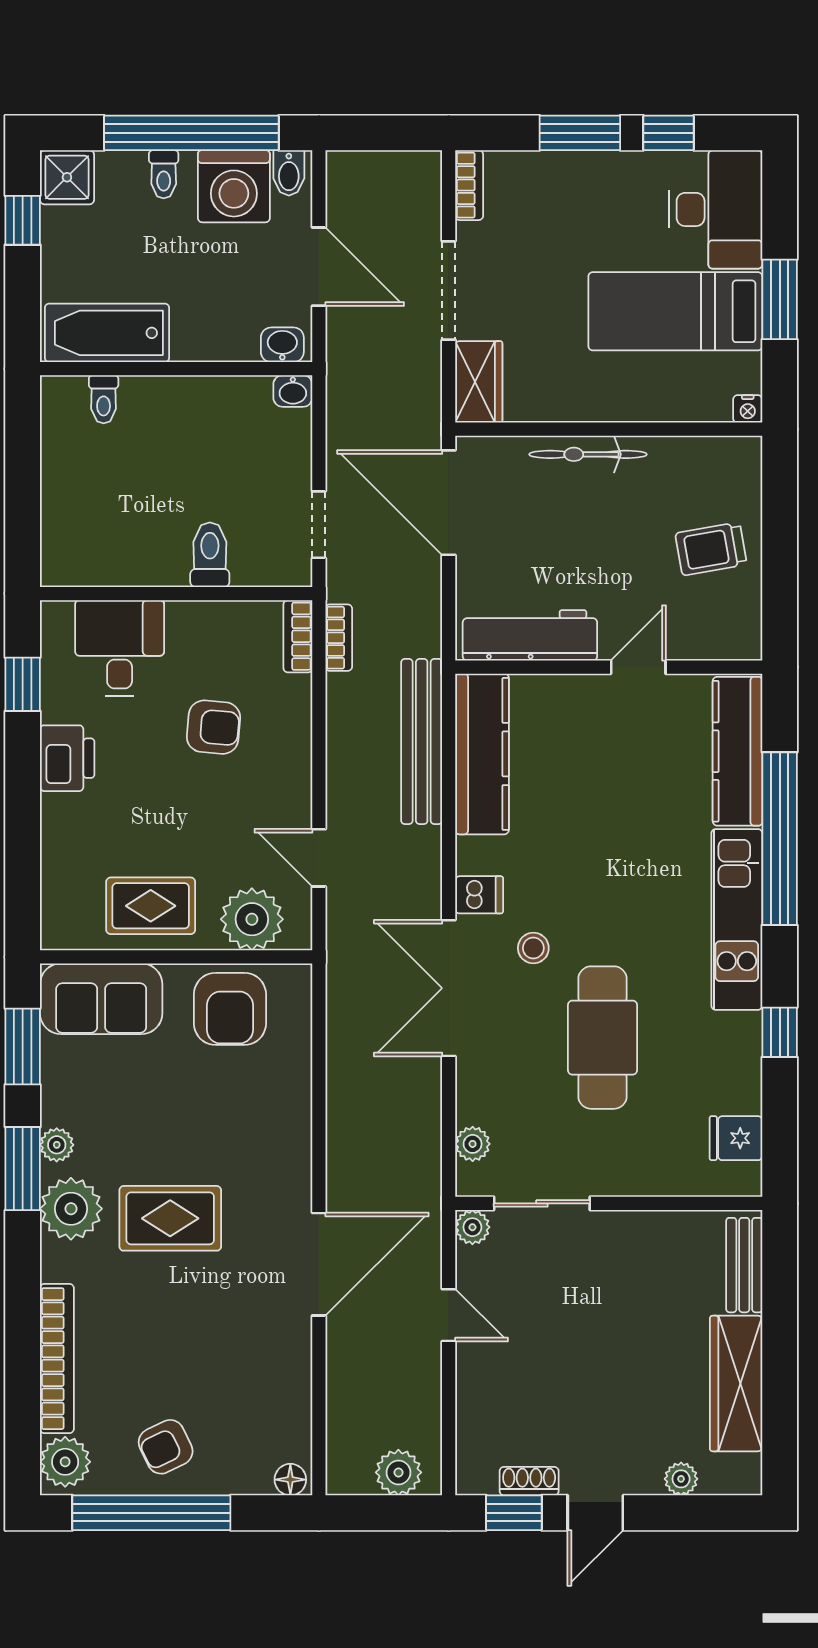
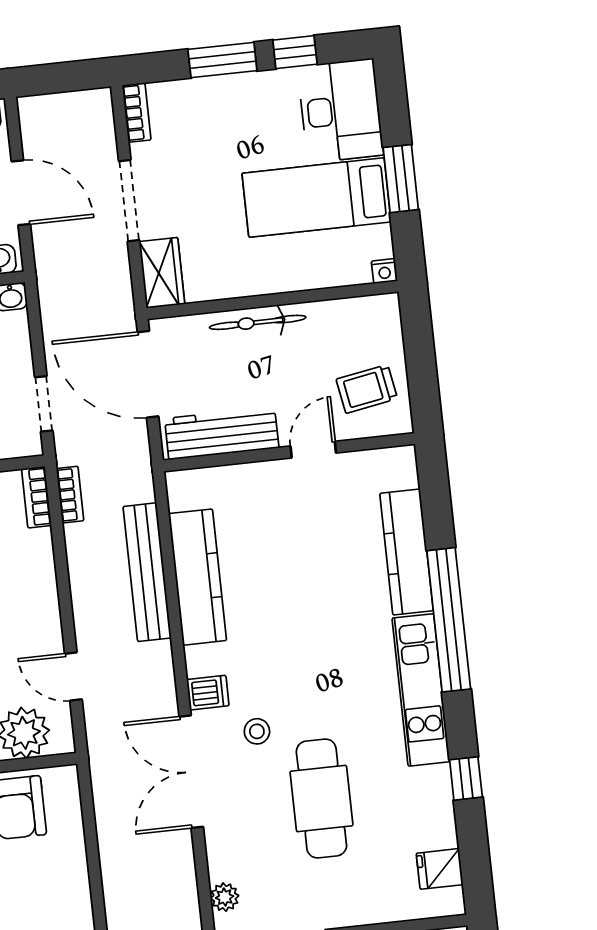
workbench: (530, 635) -> (222, 433), moved
wall: (609, 667) -> (289, 452), moved
door: (638, 667) -> (313, 450), moved

